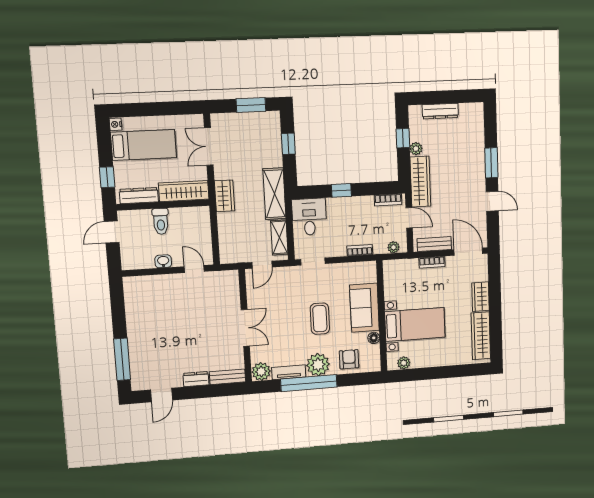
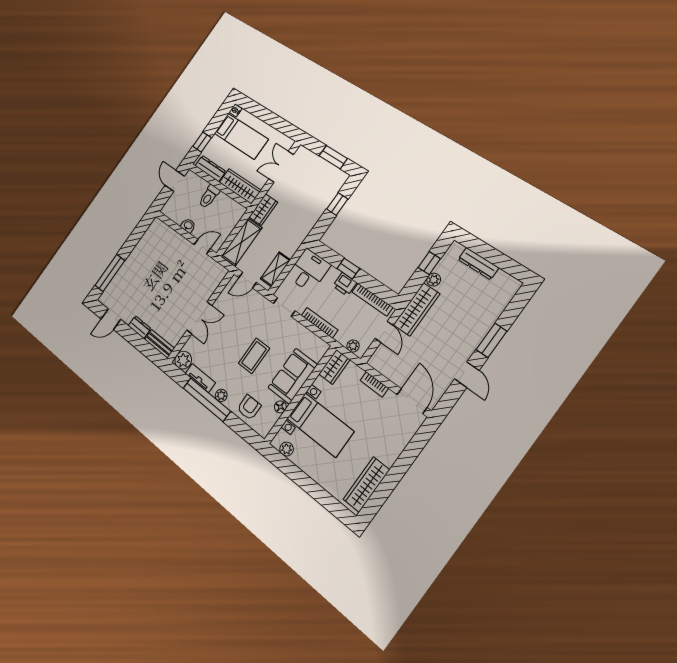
shelving: (274, 194) -> (241, 242), moved
bookcase: (388, 200) -> (372, 300), width x1.56
printer: (349, 205) -> (345, 284), added
door: (112, 232) -> (175, 181), hinge flipped
bench: (434, 244) -> (388, 371), removed
bookcase: (360, 250) -> (320, 323), width x1.56
door: (194, 269) -> (202, 247), hinge flipped
wardrobe: (481, 297) -> (334, 367), moved, turned 180
plant: (318, 365) -> (221, 395), width x0.53, depth x0.53

